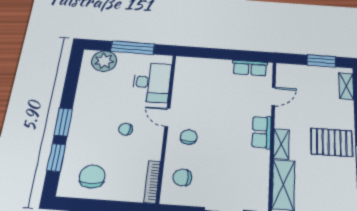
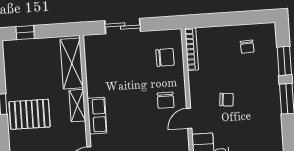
door: (167, 117) -> (189, 118), swing flipped
chair: (92, 176) -> (247, 47), width x0.54, depth x0.54

